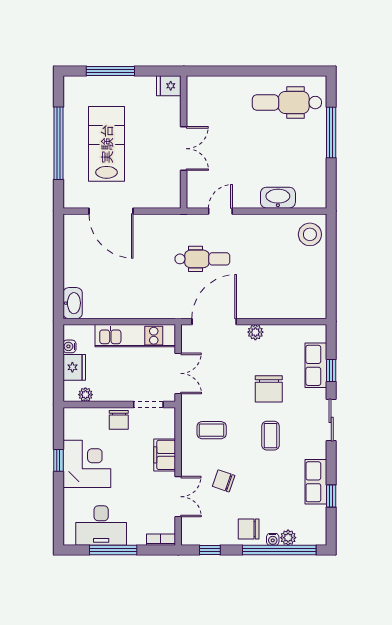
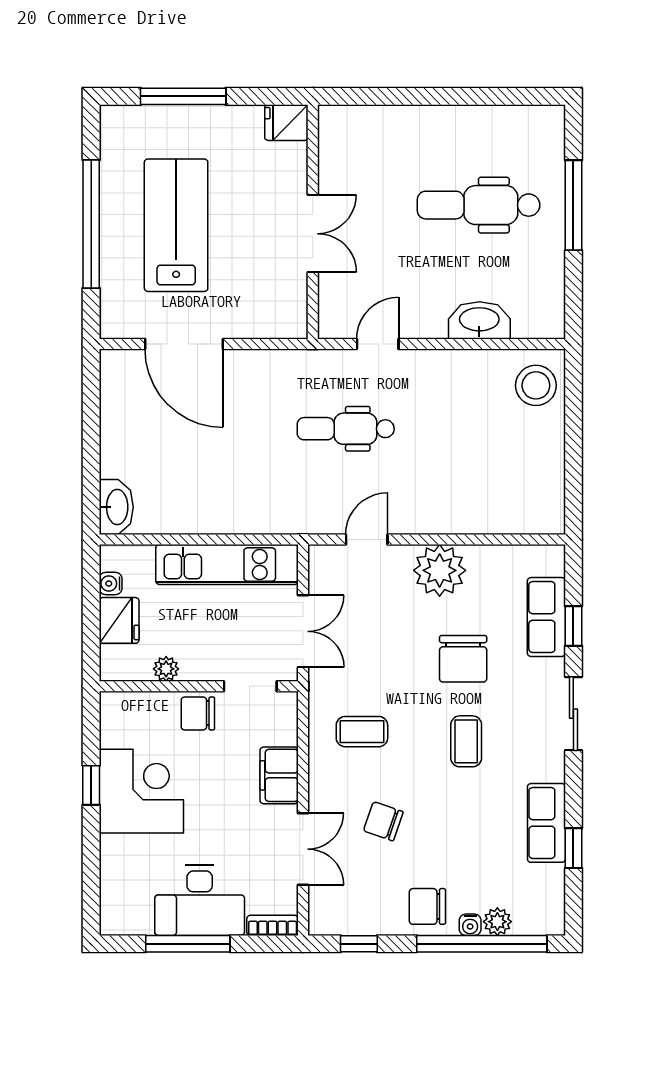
dental chair: (287, 103) -> (479, 205), moved
dental chair: (202, 259) -> (346, 429), turned 180
door: (214, 322) -> (367, 540), width x0.53
plant: (255, 332) -> (440, 570), width x1.87, depth x1.87
plant: (85, 395) -> (166, 669), moved
chair: (119, 420) -> (198, 713), turned 90
desk: (101, 526) -> (200, 900), moved

